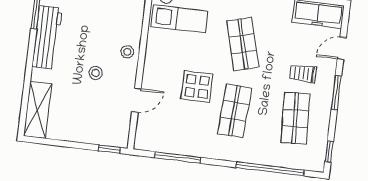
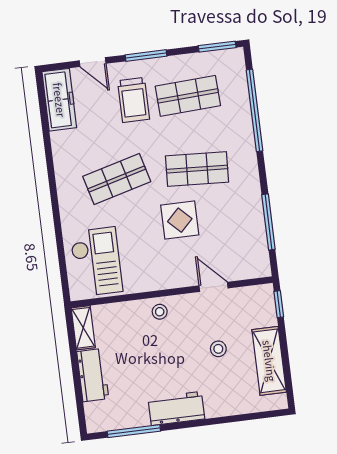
workbench: (47, 37) -> (176, 408), width x0.73
stool: (96, 73) -> (218, 349), moved
trolley: (303, 74) -> (134, 100), width x1.36, depth x1.39
shelving: (38, 110) -> (269, 361), moved, turned 90
window: (329, 152) -> (217, 47), width x1.50

